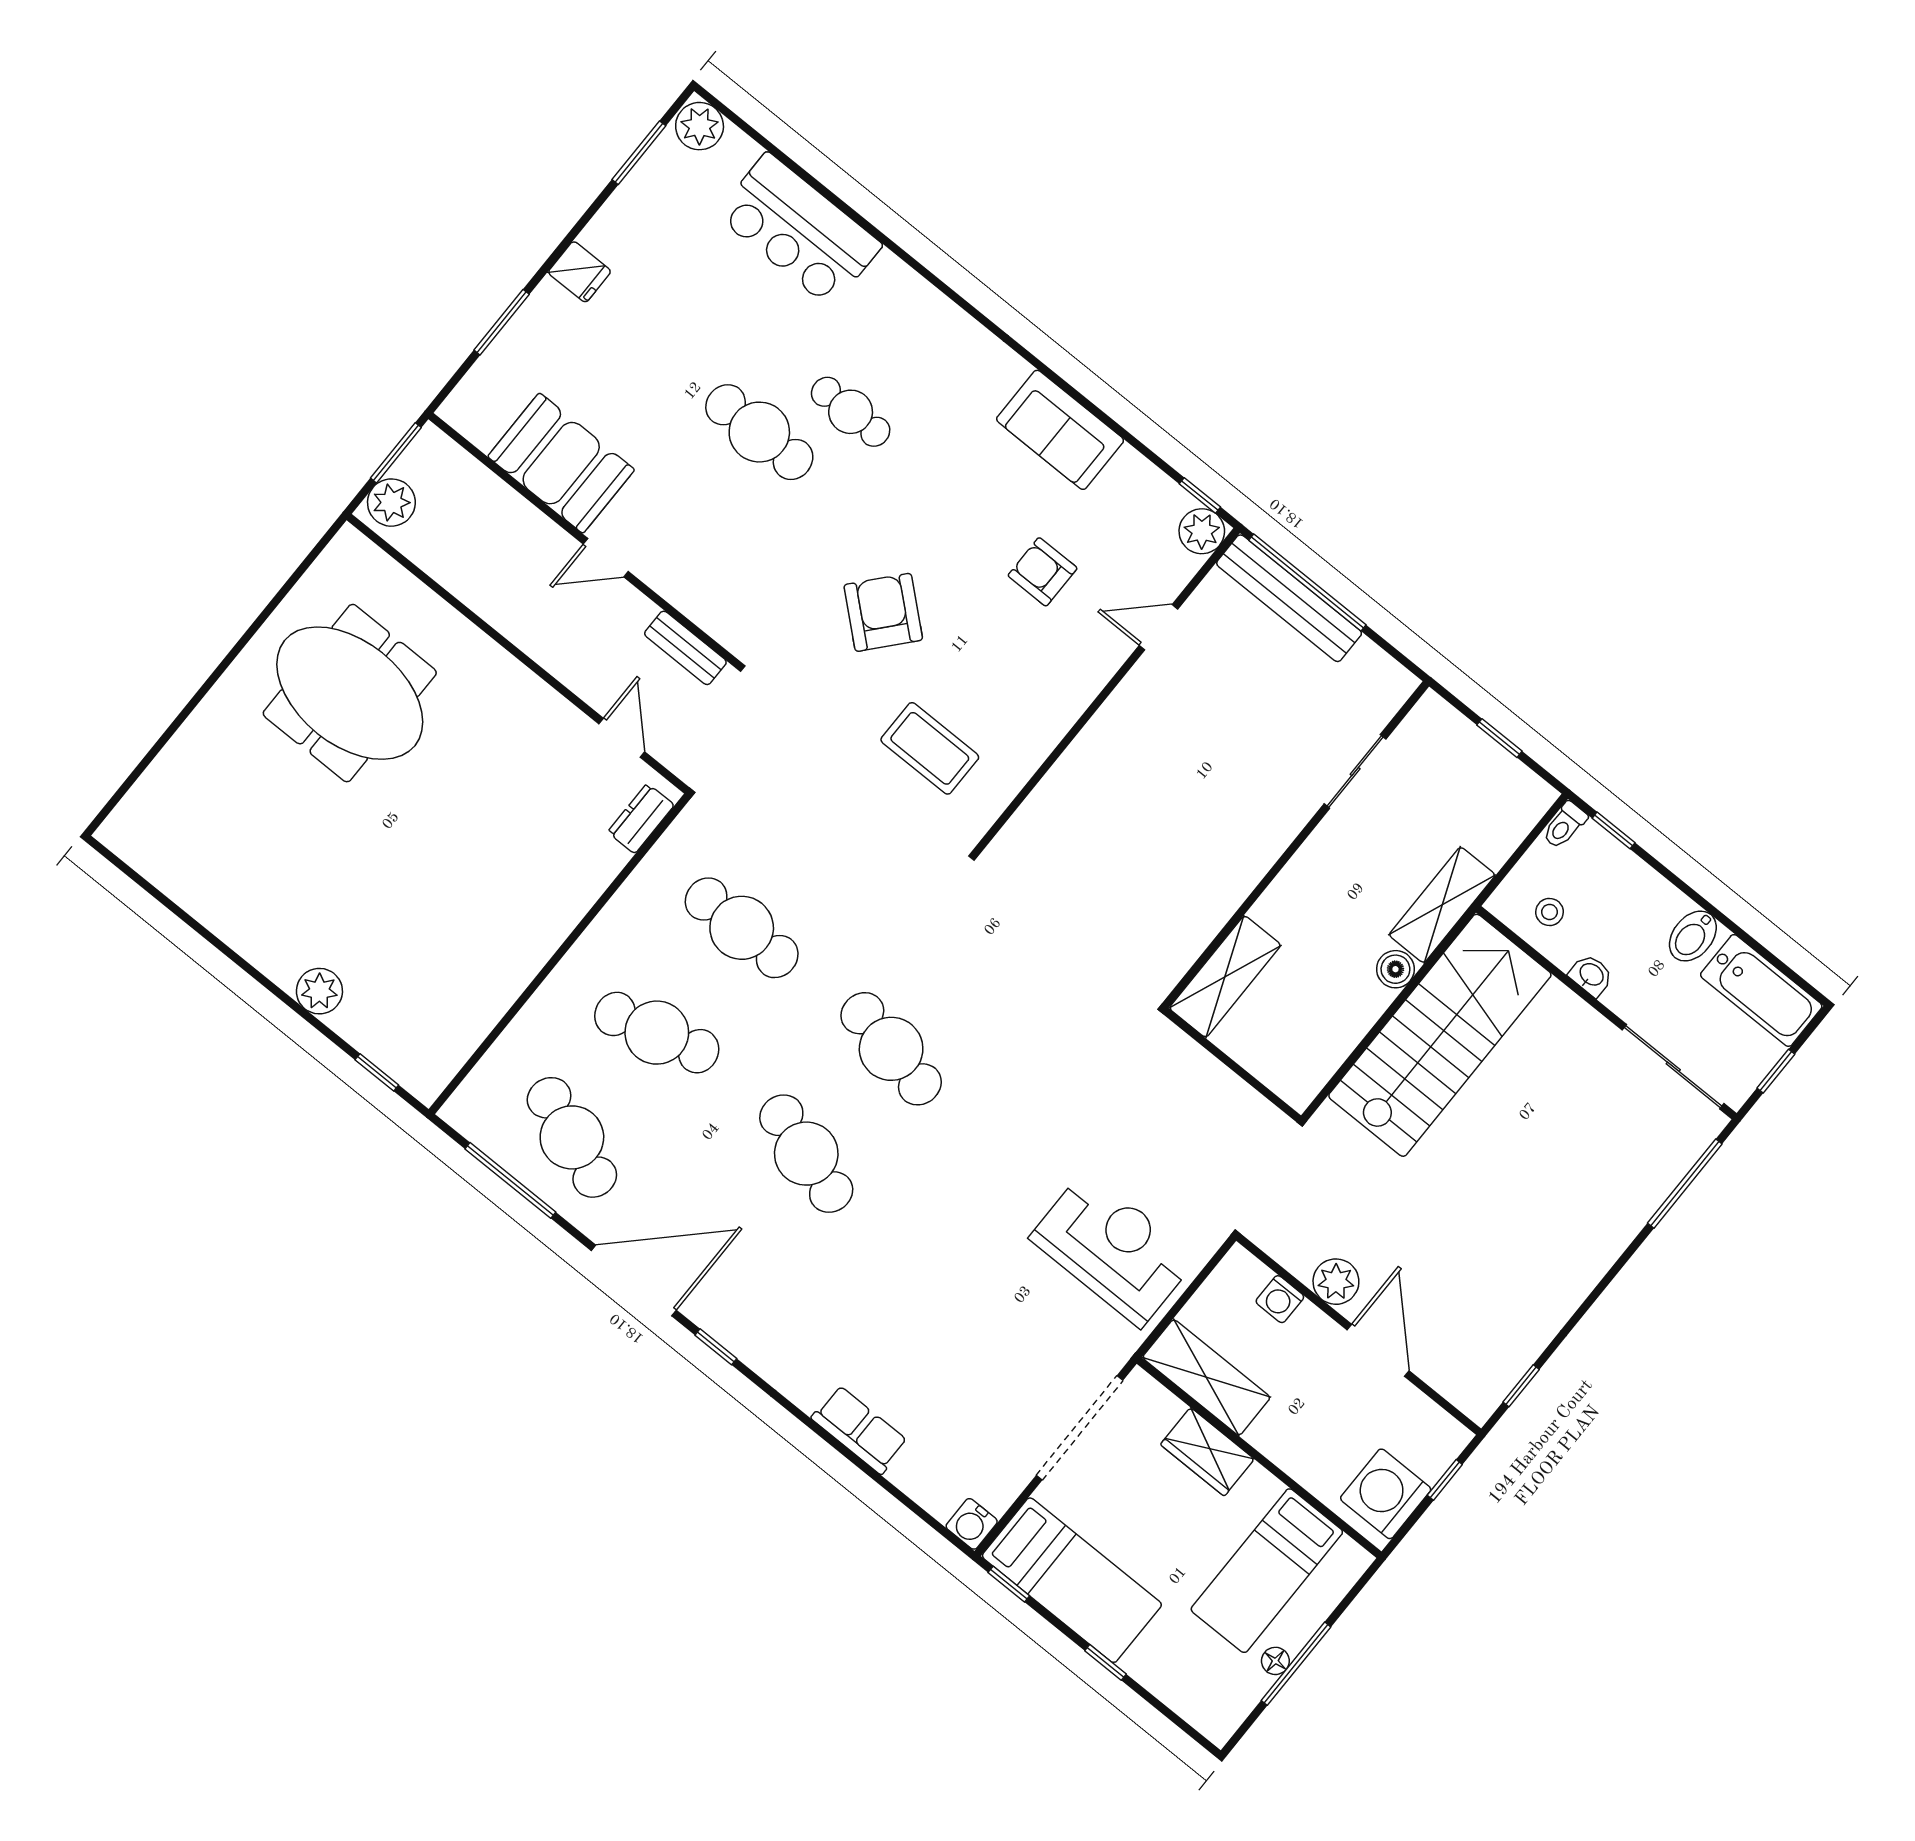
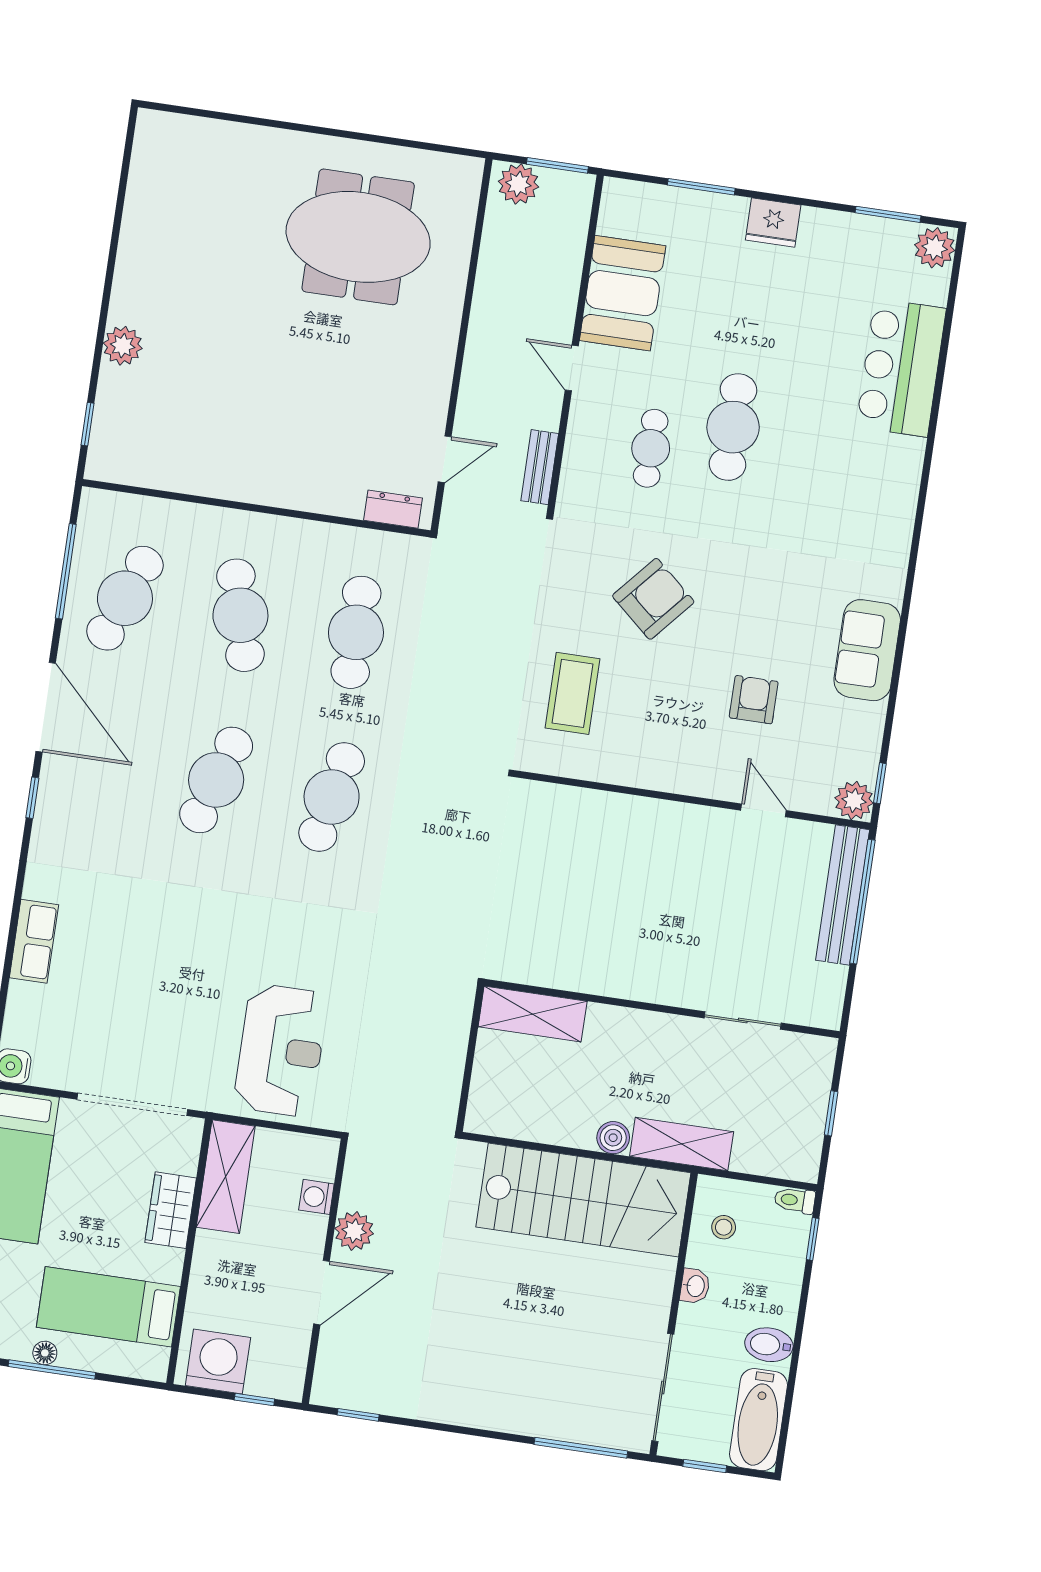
fridge: (580, 272) -> (773, 223), width x1.38
cafe table: (851, 412) -> (651, 448), moved
meeting table: (350, 693) -> (358, 237), turned 90

